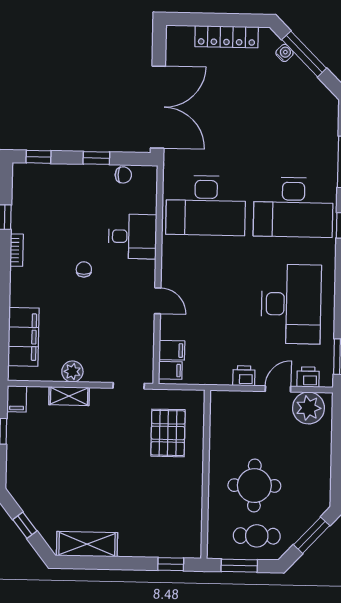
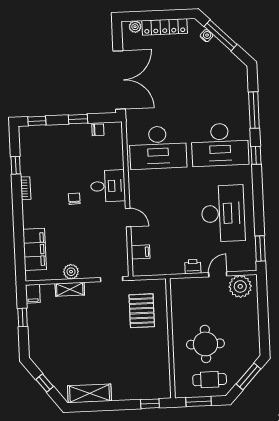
plant: (185, 34) -> (135, 27), added
desk: (133, 236) -> (108, 186), moved
filing cabinet: (170, 370) -> (140, 266), removed
printer: (308, 377) -> (238, 265), removed

